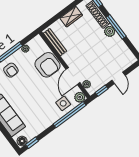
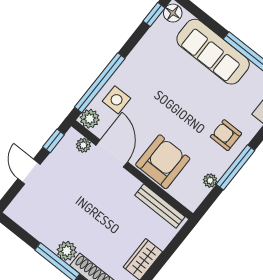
armchair: (47, 65) -> (163, 162), turned 90

